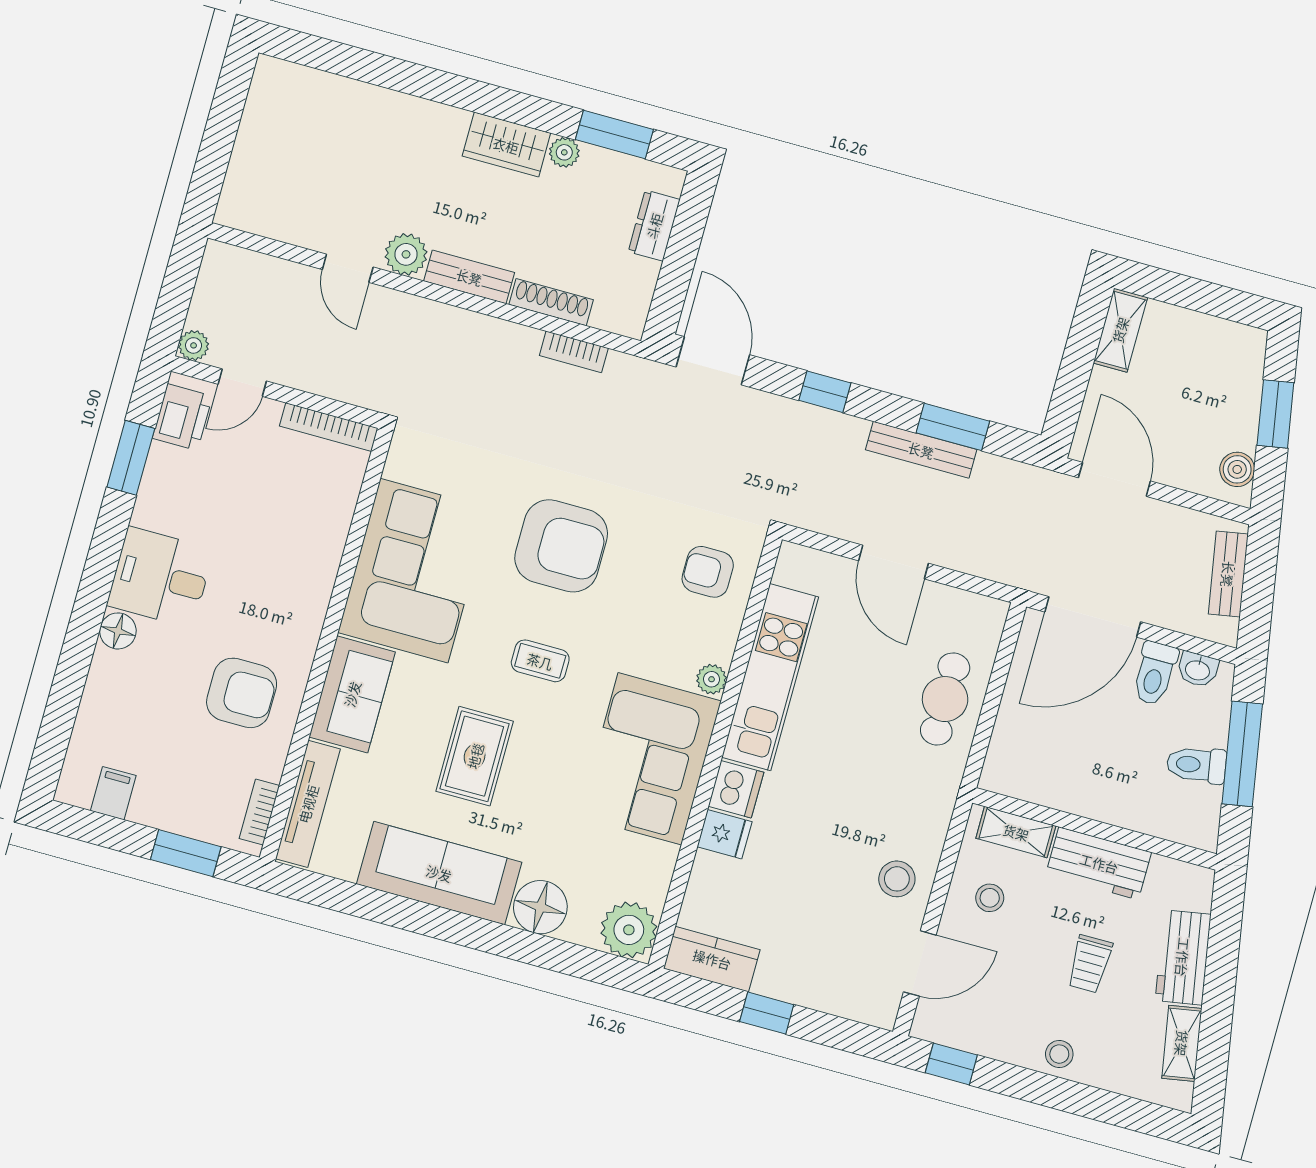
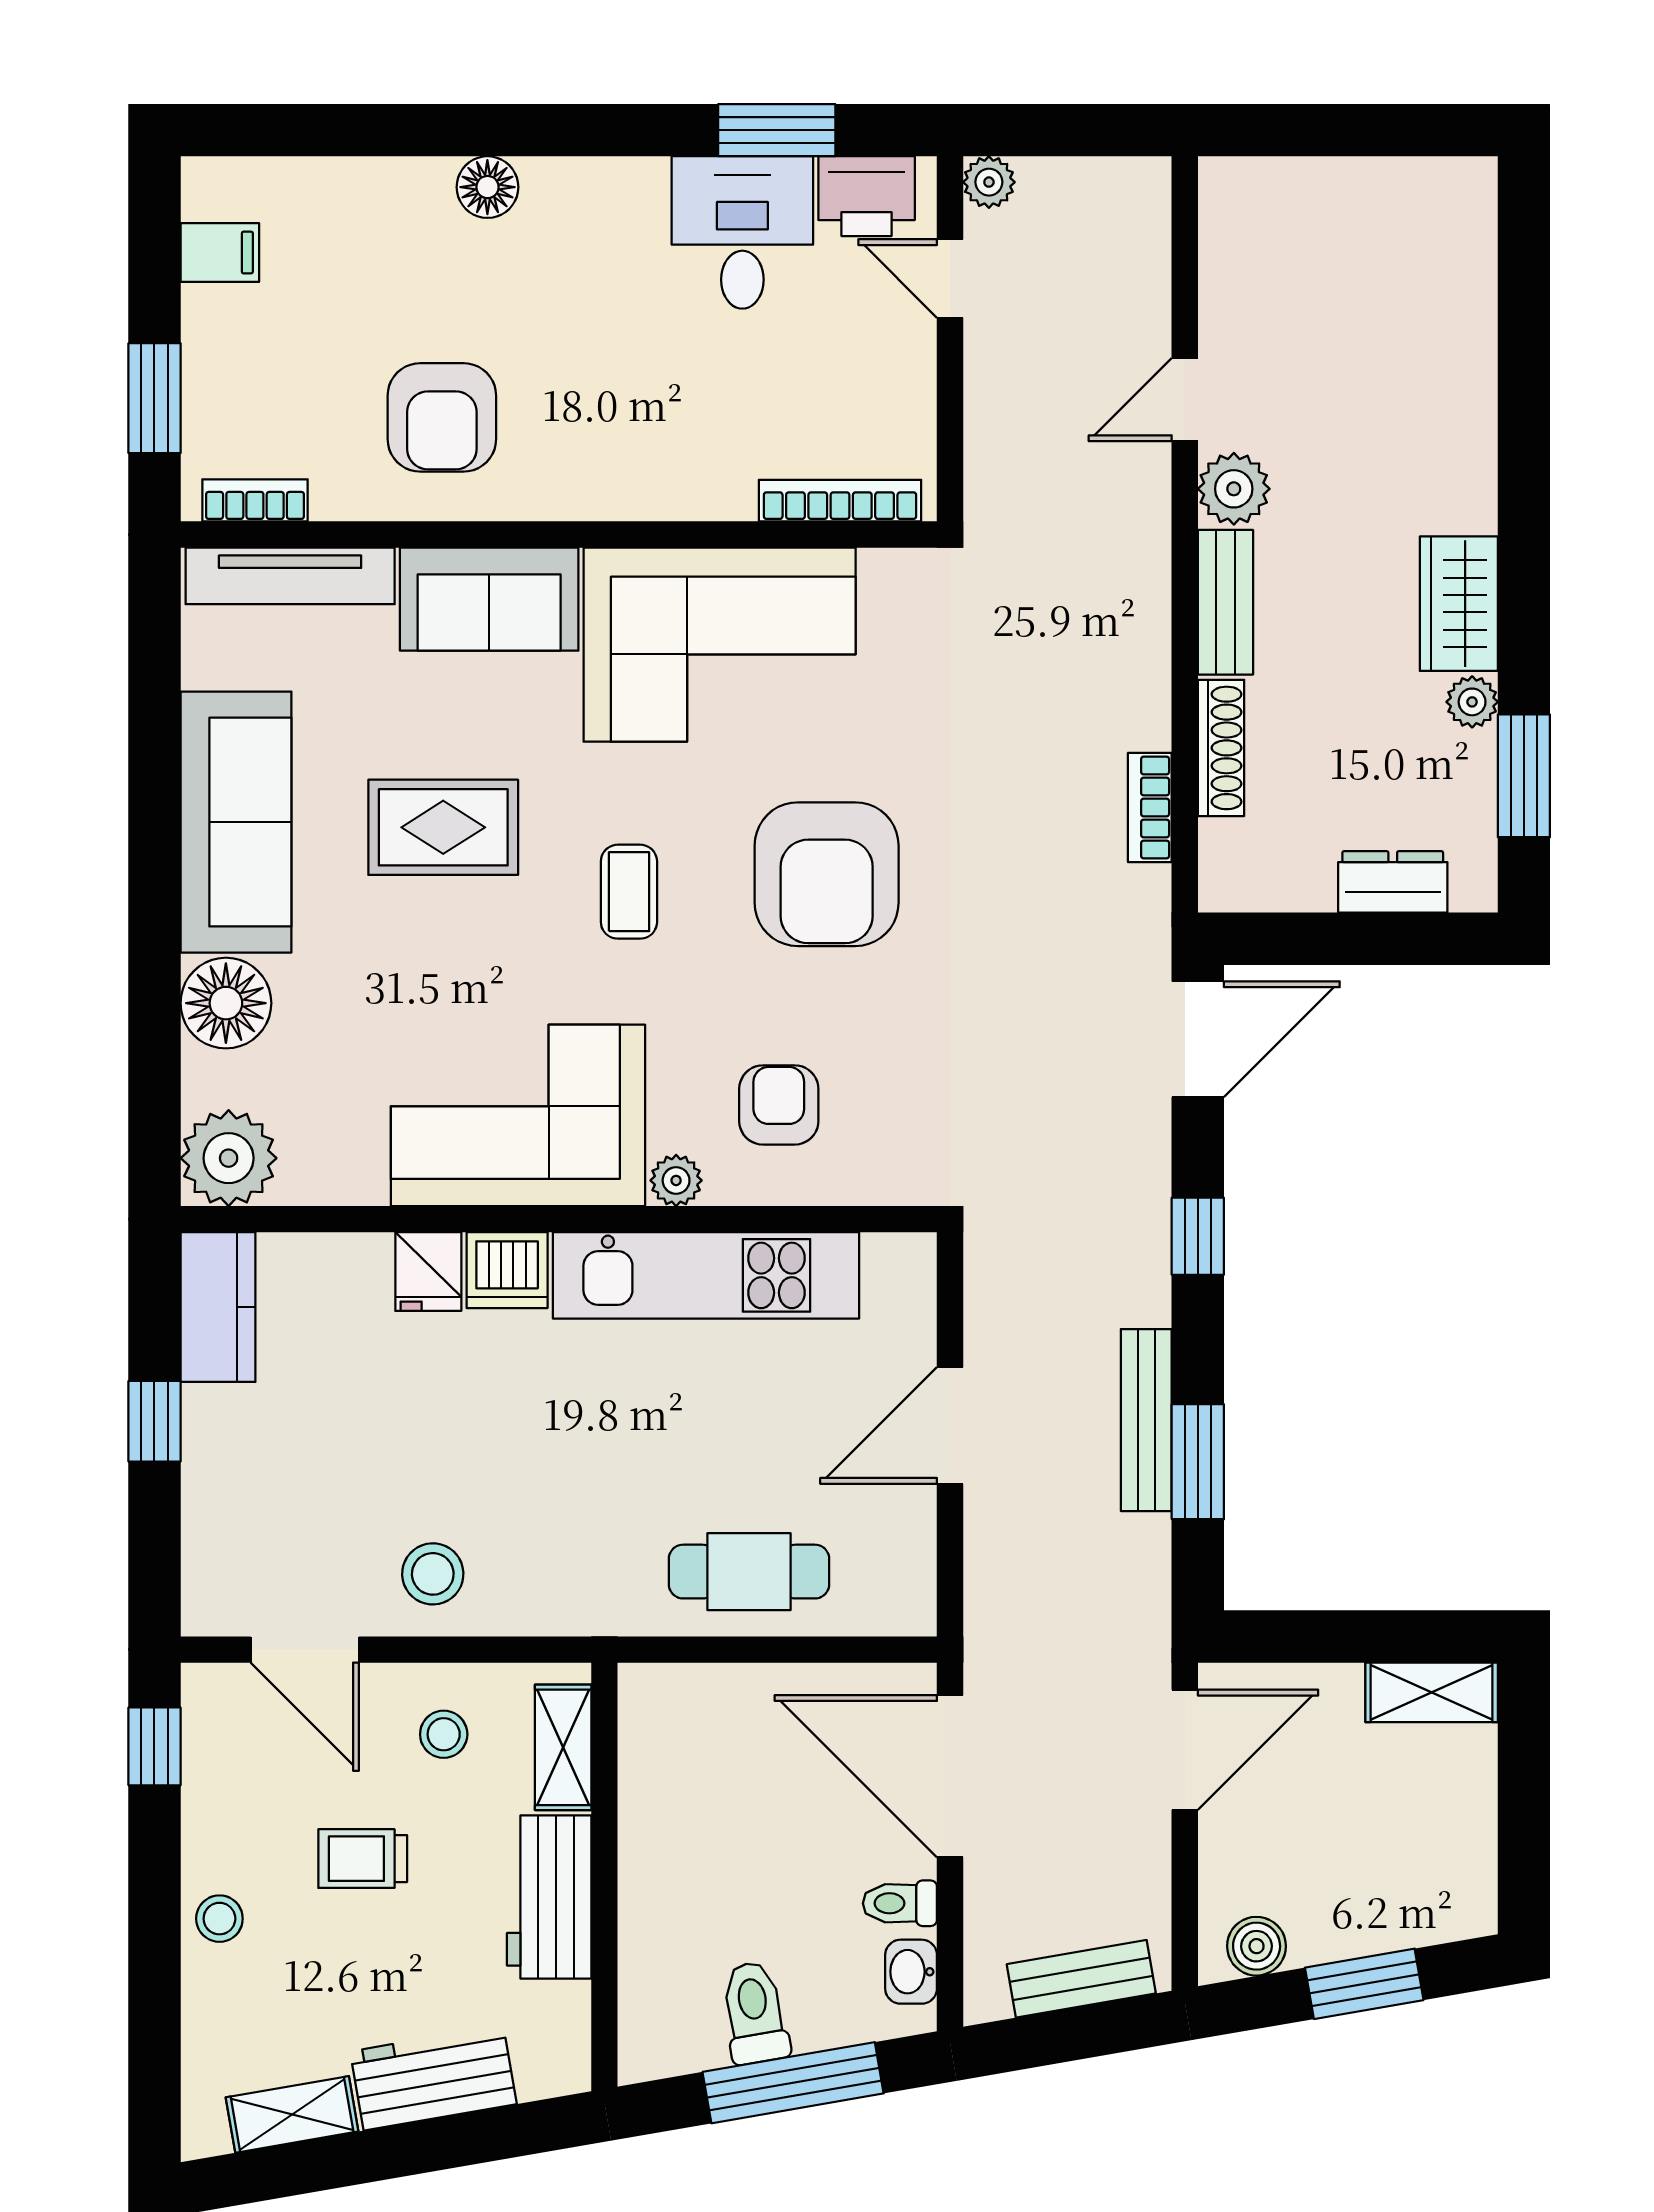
bookcase: (329, 427) -> (840, 501), moved, turned 90
armchair: (708, 572) -> (779, 1105), moved
desk: (160, 577) -> (742, 232), moved
toilet: (1155, 673) -> (900, 1903), width x0.73, depth x0.72
trolley: (1090, 964) -> (363, 1859), moved

